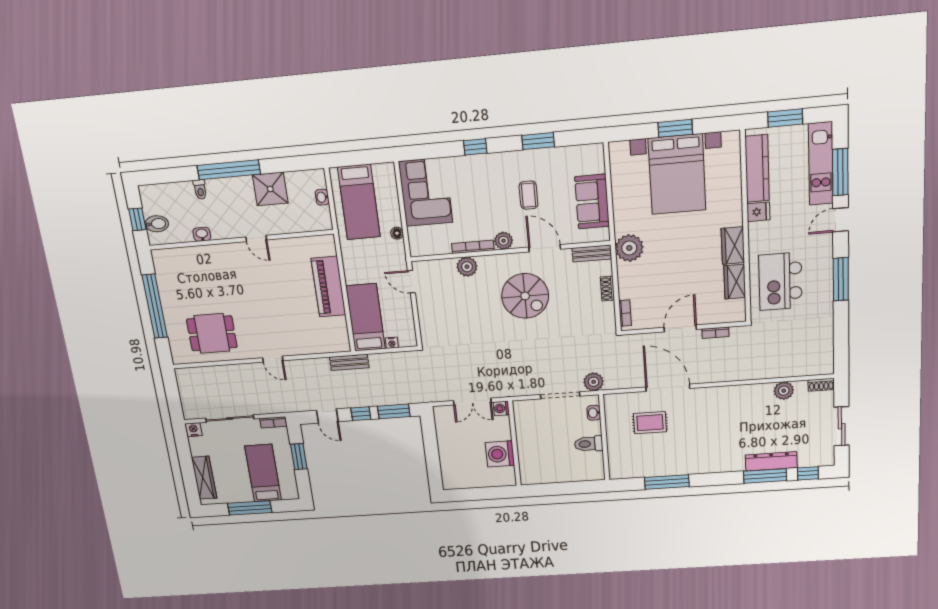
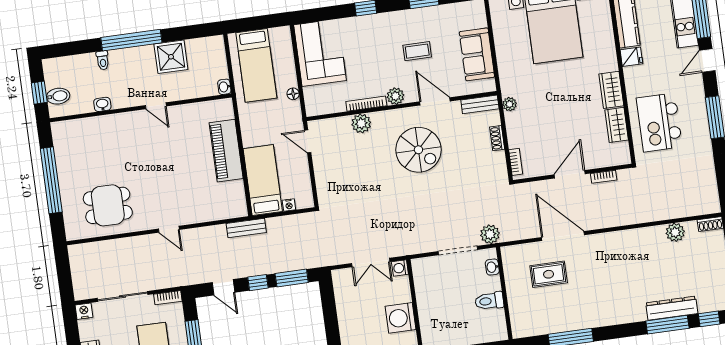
coffee table: (528, 195) -> (417, 51), turned 90
washbasin: (322, 197) -> (224, 87), moved
plant: (629, 248) -> (510, 104), width x0.53, depth x0.53

